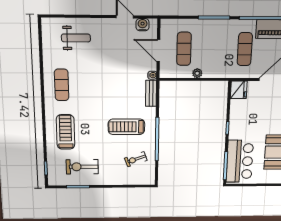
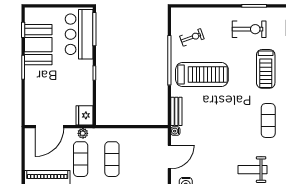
exercise mat: (184, 49) -> (112, 159), moved
door: (158, 51) -> (169, 157), hinge flipped
plant: (197, 73) -> (83, 133), moved
treadmill: (126, 127) -> (202, 75), width x1.37, depth x1.37

